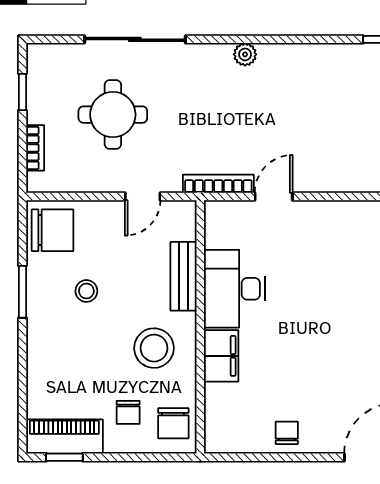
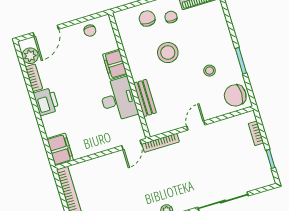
round table: (113, 115) -> (223, 161), removed
bench: (184, 276) -> (145, 98), moved
desk: (234, 289) -> (118, 99), moved
wall: (200, 327) -> (129, 76), moved
filing cabinet: (221, 356) -> (115, 64), moved

